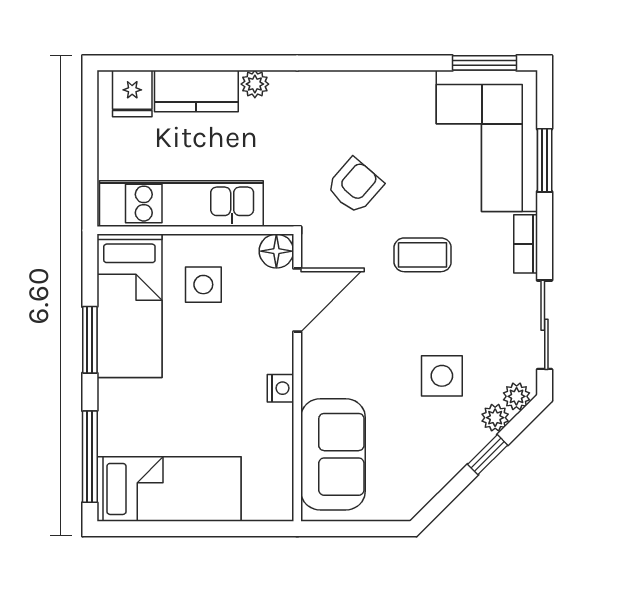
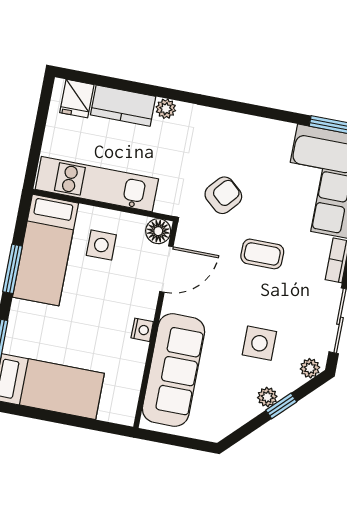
plant: (495, 418) -> (267, 397), moved
sofa: (333, 454) -> (173, 370), width x1.36

